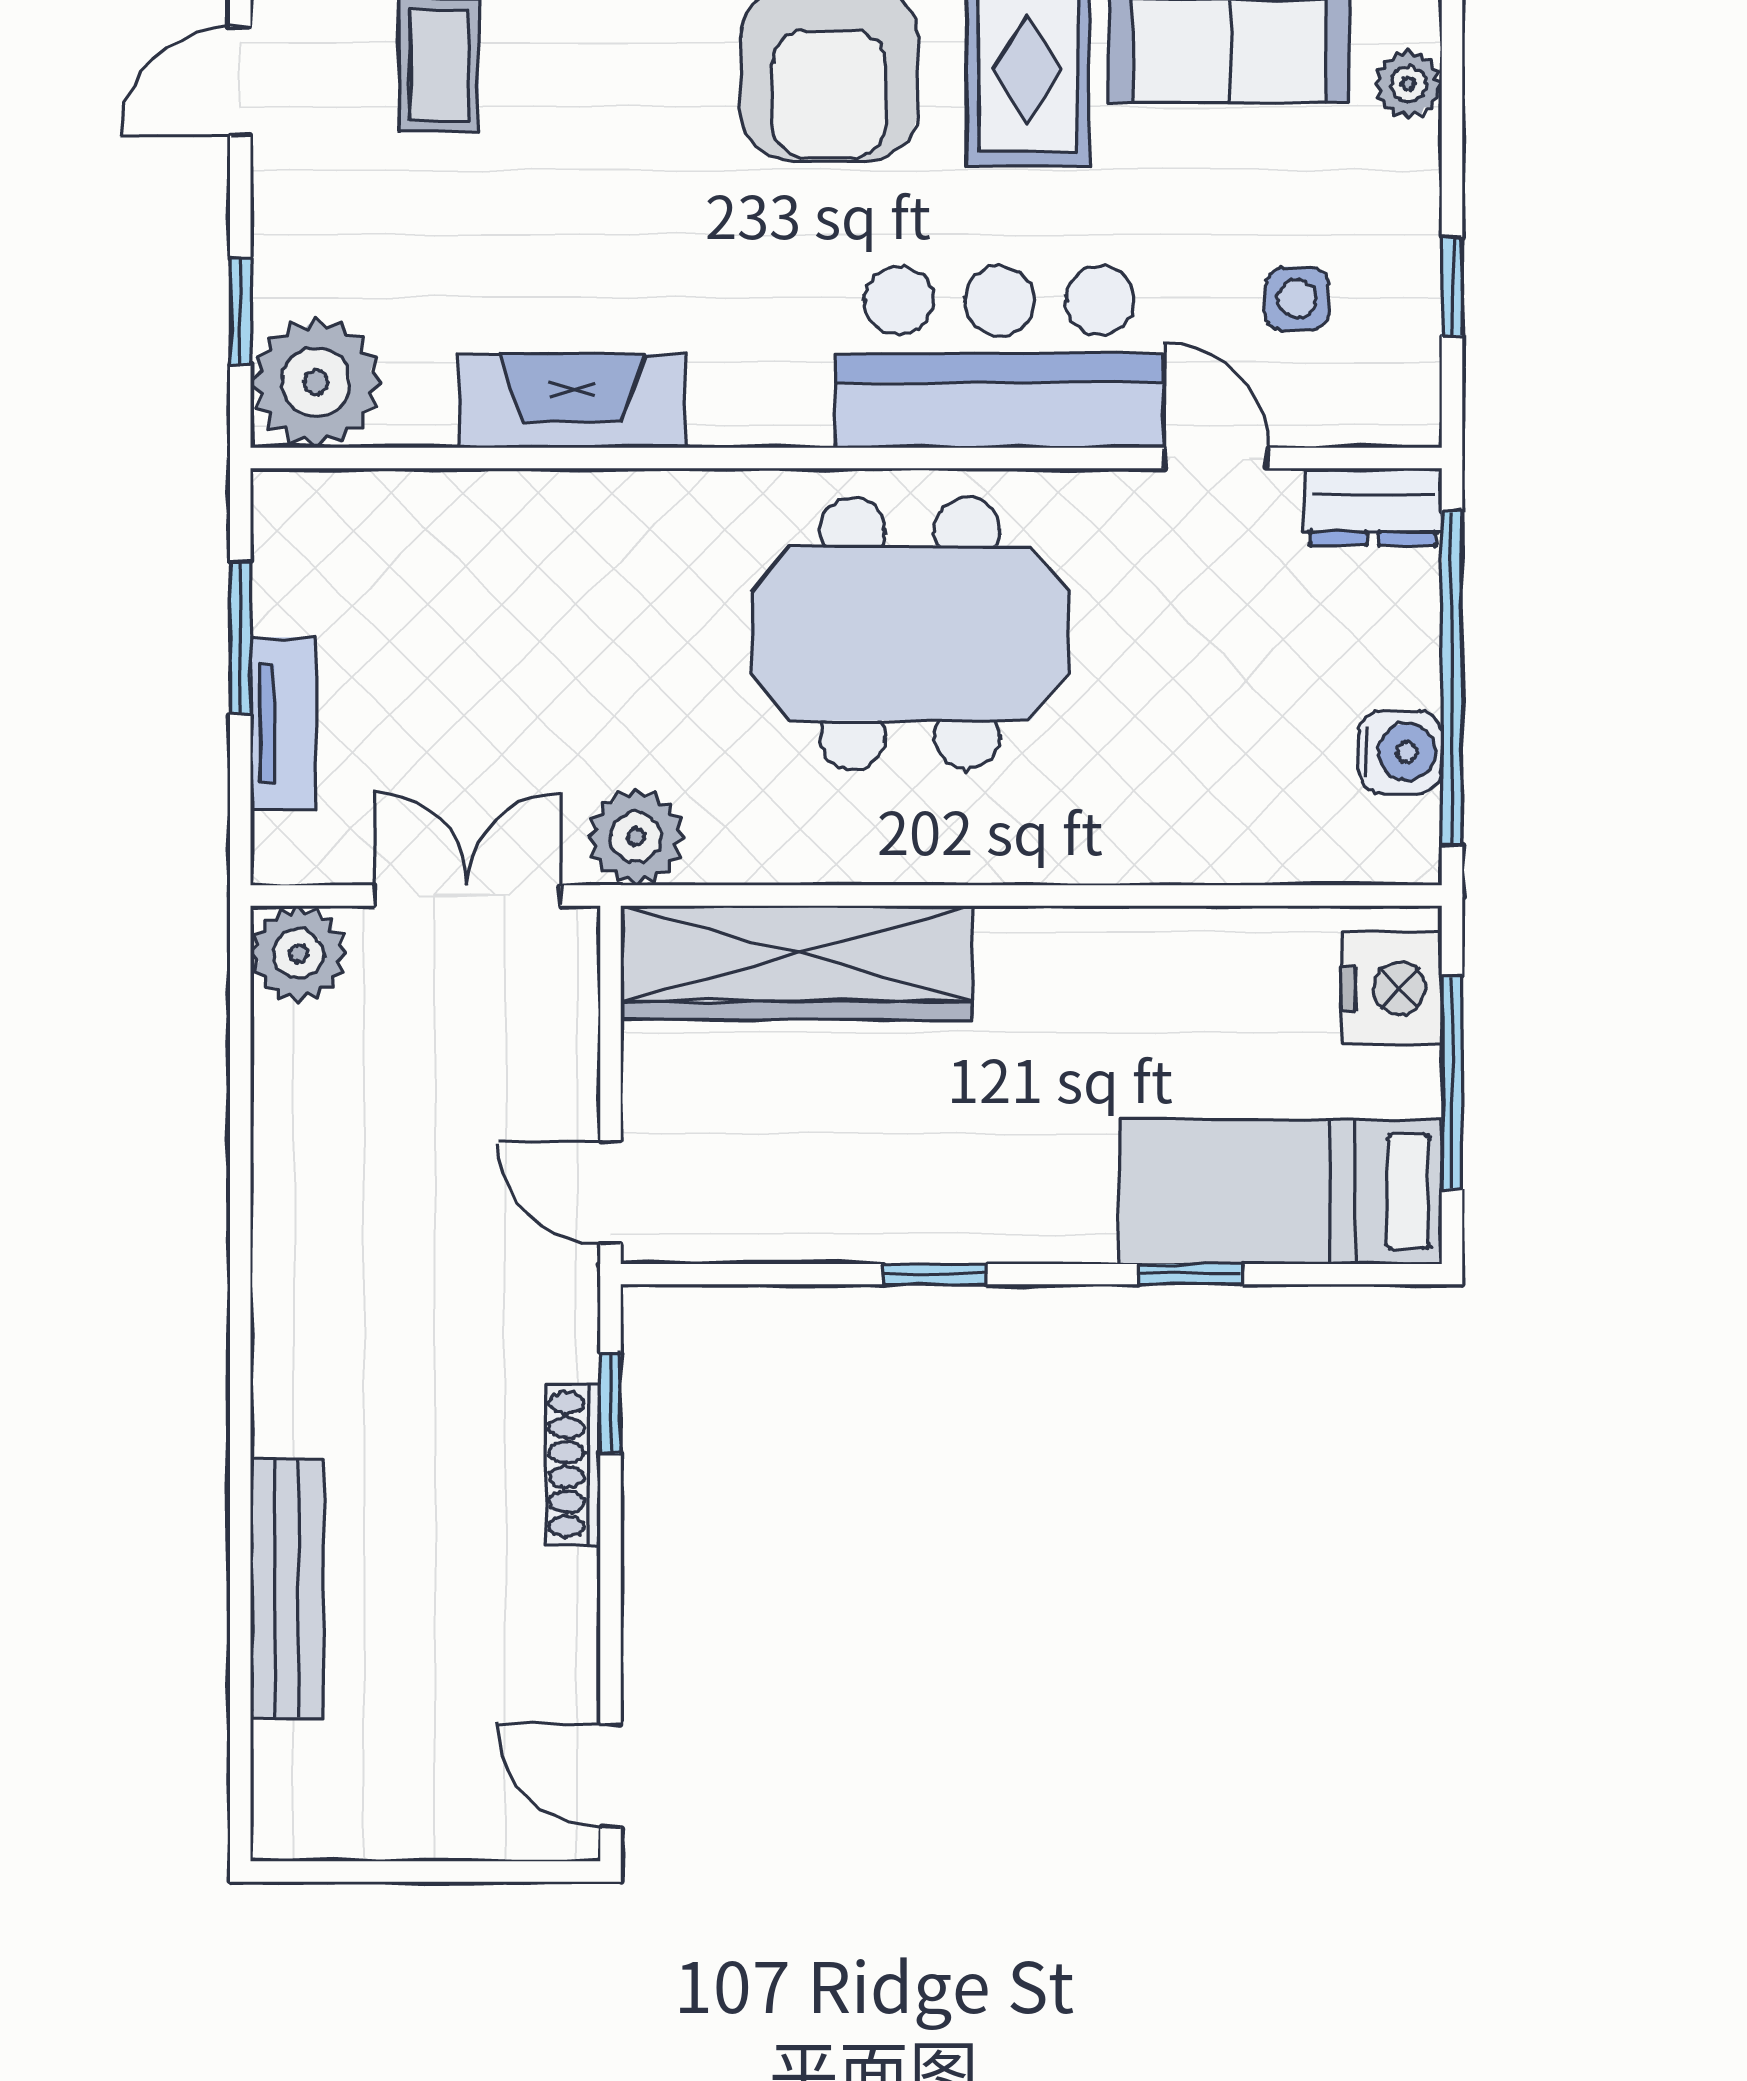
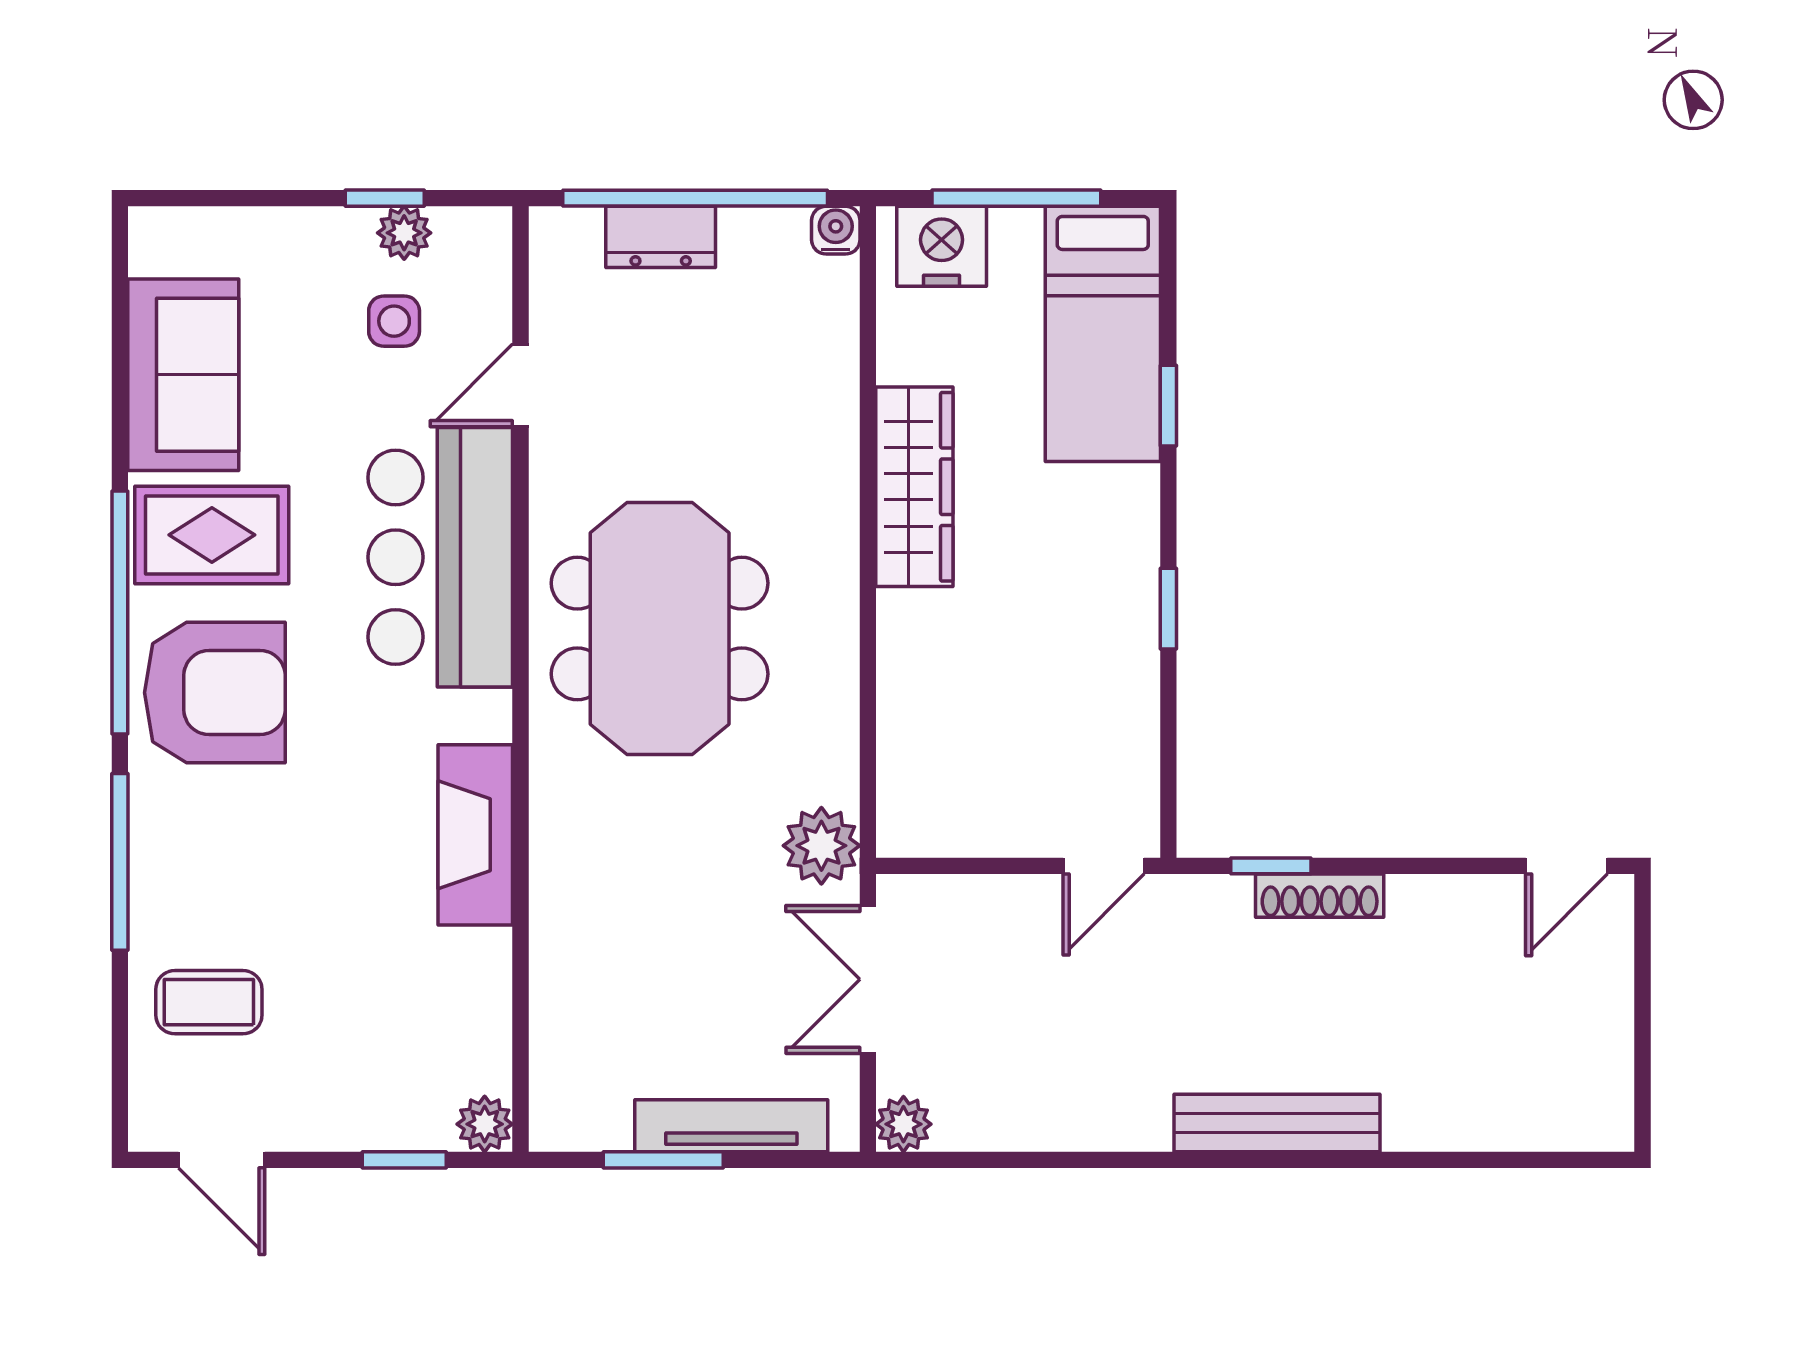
plant: (1408, 84) -> (404, 233), moved
plant: (316, 382) -> (485, 1124), width x0.53, depth x0.53
fireplace: (572, 401) -> (475, 835), moved
dresser: (1373, 507) -> (661, 237), moved, turned 90
tv unit: (283, 724) -> (731, 1126), width x1.41
water cooler: (1400, 752) -> (836, 230), moved, width x0.72, depth x0.72
plant: (298, 954) -> (903, 1124), width x0.73, depth x0.73
wardrobe: (797, 963) -> (914, 487), moved, width x0.71, depth x0.85
bench: (287, 1589) -> (1277, 1123), moved

